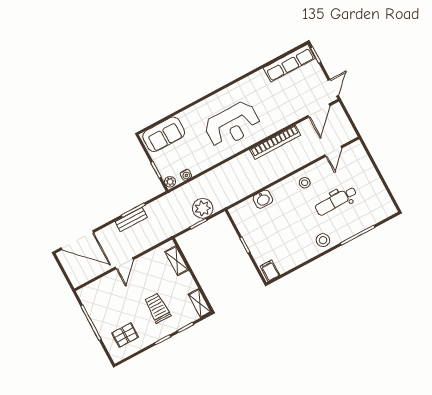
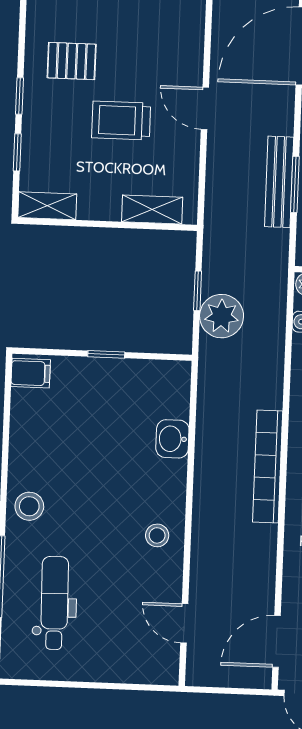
door: (319, 111) -> (276, 641), hinge flipped
bookcase: (275, 142) -> (268, 466), moved
dental chair: (336, 201) -> (55, 603), moved
bench: (131, 219) -> (279, 182), width x1.36
trolley: (158, 308) -> (121, 120), moved, turned 180
pallet: (125, 335) -> (72, 61), moved, turned 90

